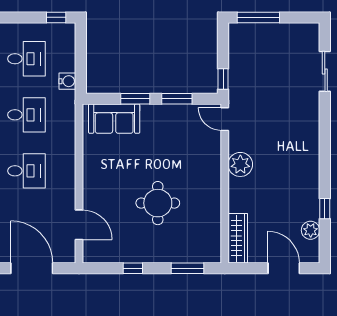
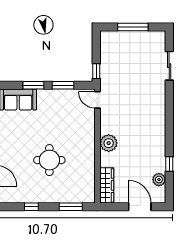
window: (258, 17) -> (133, 27), moved
plant: (240, 164) -> (109, 143), moved

